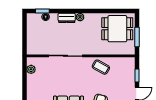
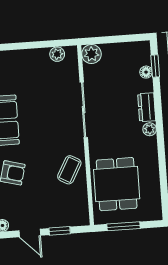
dining table: (117, 29) -> (117, 184), moved
plant: (32, 49) -> (91, 54), added

